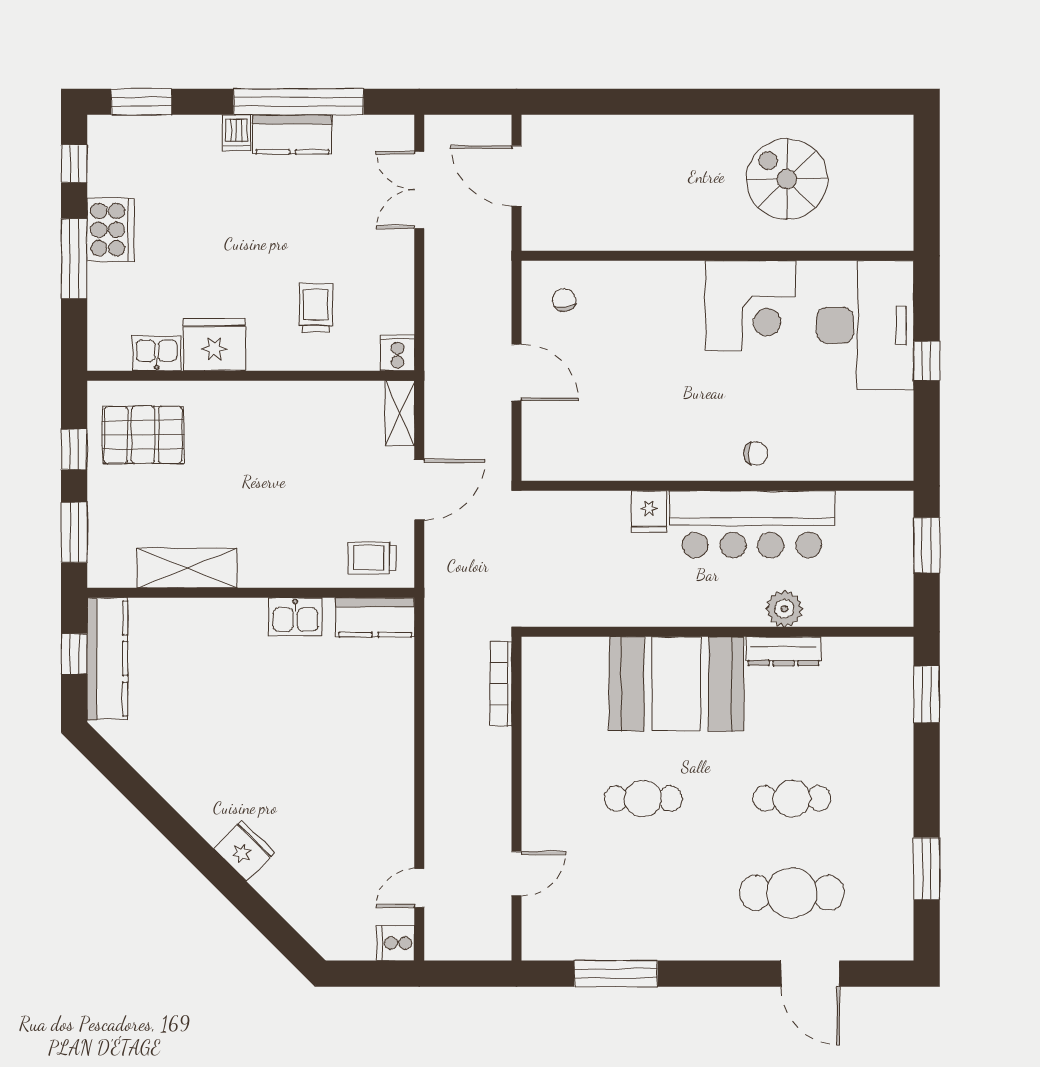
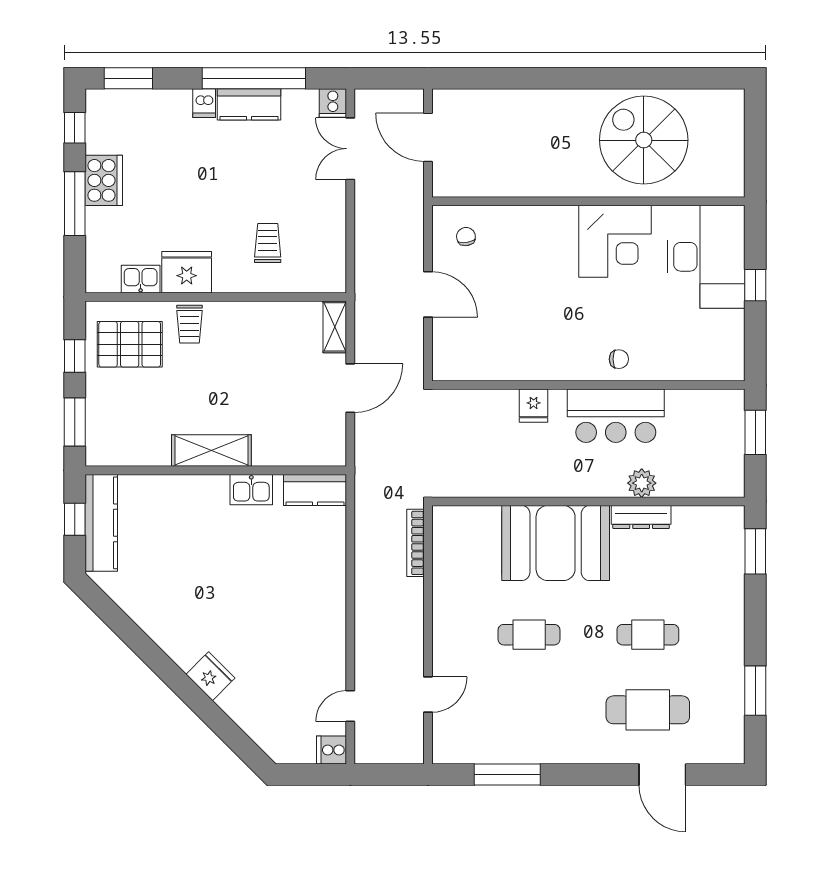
spiral stairs: (787, 179) -> (644, 140), width x1.37, depth x1.37
cooker: (397, 353) -> (333, 103), moved, turned 180
bar counter: (752, 524) -> (616, 416), width x0.73
trolley: (372, 558) -> (189, 324), moved, turned -90
shelving: (187, 568) -> (211, 451), moved

